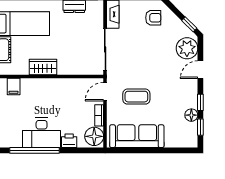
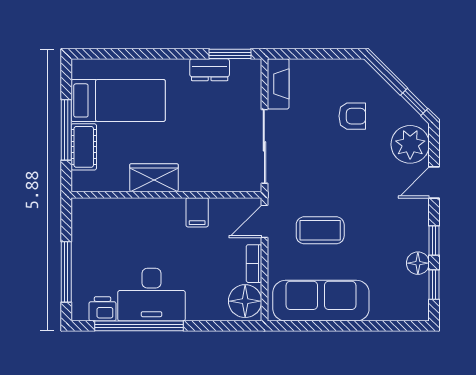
armchair: (153, 18) -> (352, 116), moved
filing cabinet: (14, 86) -> (197, 212), moved
printer: (69, 141) -> (102, 309), moved

